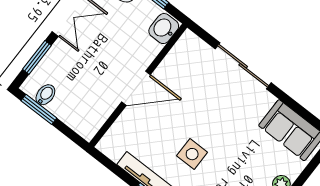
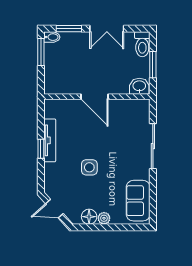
bidet: (45, 95) -> (52, 37), moved
side table: (192, 154) -> (89, 167), moved

